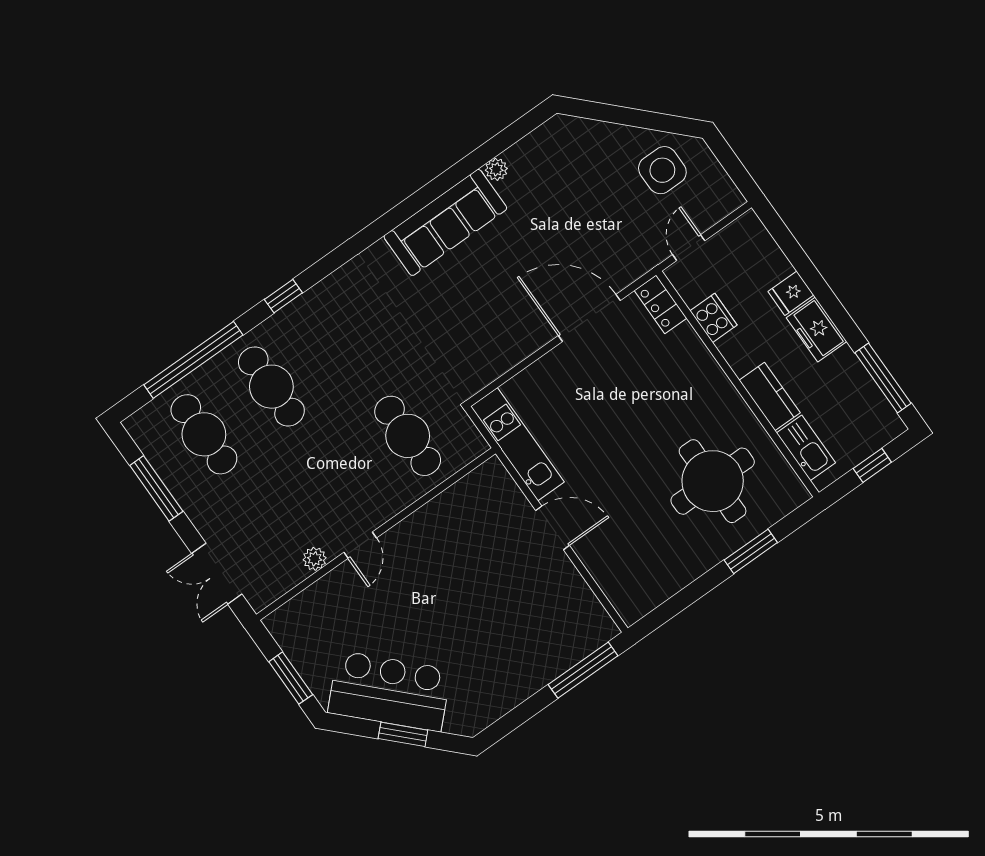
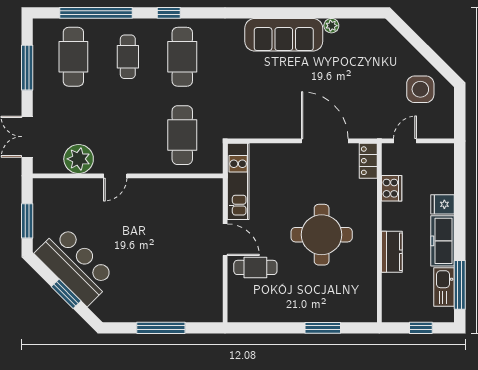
freezer: (817, 330) -> (443, 241), width x1.40
cafe table: (339, 339) -> (182, 57), added
cafe table: (271, 387) -> (128, 57), width x0.73, depth x0.74
kitchen sink: (806, 448) -> (444, 287), moved, turned 180
round table: (713, 481) -> (322, 235), moved
cafe table: (614, 536) -> (255, 267), added
plant: (315, 559) -> (79, 159), width x1.88, depth x1.88
window: (583, 670) -> (161, 328), moved

